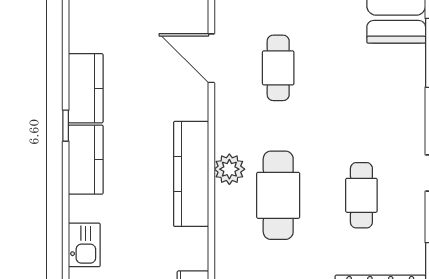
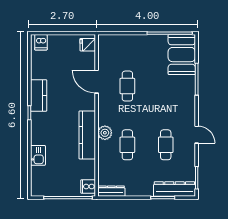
kitchen counter: (86, 160) -> (39, 128), removed
cafe table: (278, 195) -> (127, 145), width x0.73, depth x0.74
kitchen sink: (84, 245) -> (38, 155), moved

